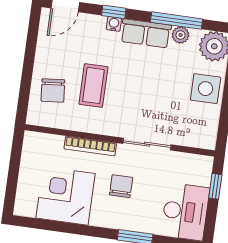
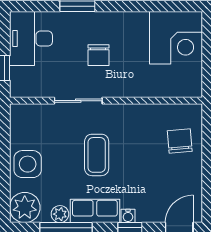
coffee table: (93, 85) -> (97, 155), moved
bookcase: (90, 146) -> (135, 91), removed
corner desk: (66, 196) -> (176, 38), moved

